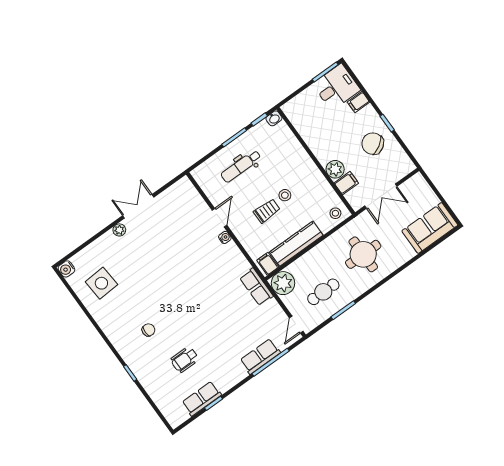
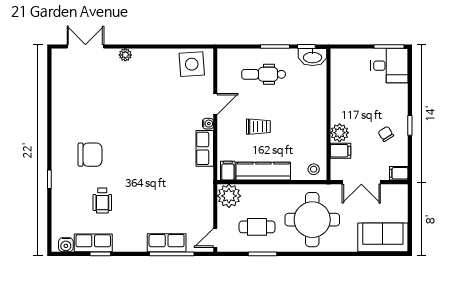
filing cabinet: (358, 102) -> (399, 173), moved
washbasin: (274, 118) -> (313, 57), width x1.91, depth x1.45
chair: (373, 144) -> (386, 134), width x0.54, depth x0.54
stool: (285, 195) -> (283, 124), removed
double door: (138, 206) -> (85, 47), moved
round table: (363, 254) -> (312, 220), width x1.36, depth x1.36
water cooler: (66, 269) -> (66, 245), moved, turned -90
side table: (101, 283) -> (192, 64), moved
row of seats: (256, 287) -> (205, 148), moved
chair: (148, 330) -> (90, 155), width x1.87, depth x1.87
wheelchair: (185, 359) -> (102, 200), turned -90

